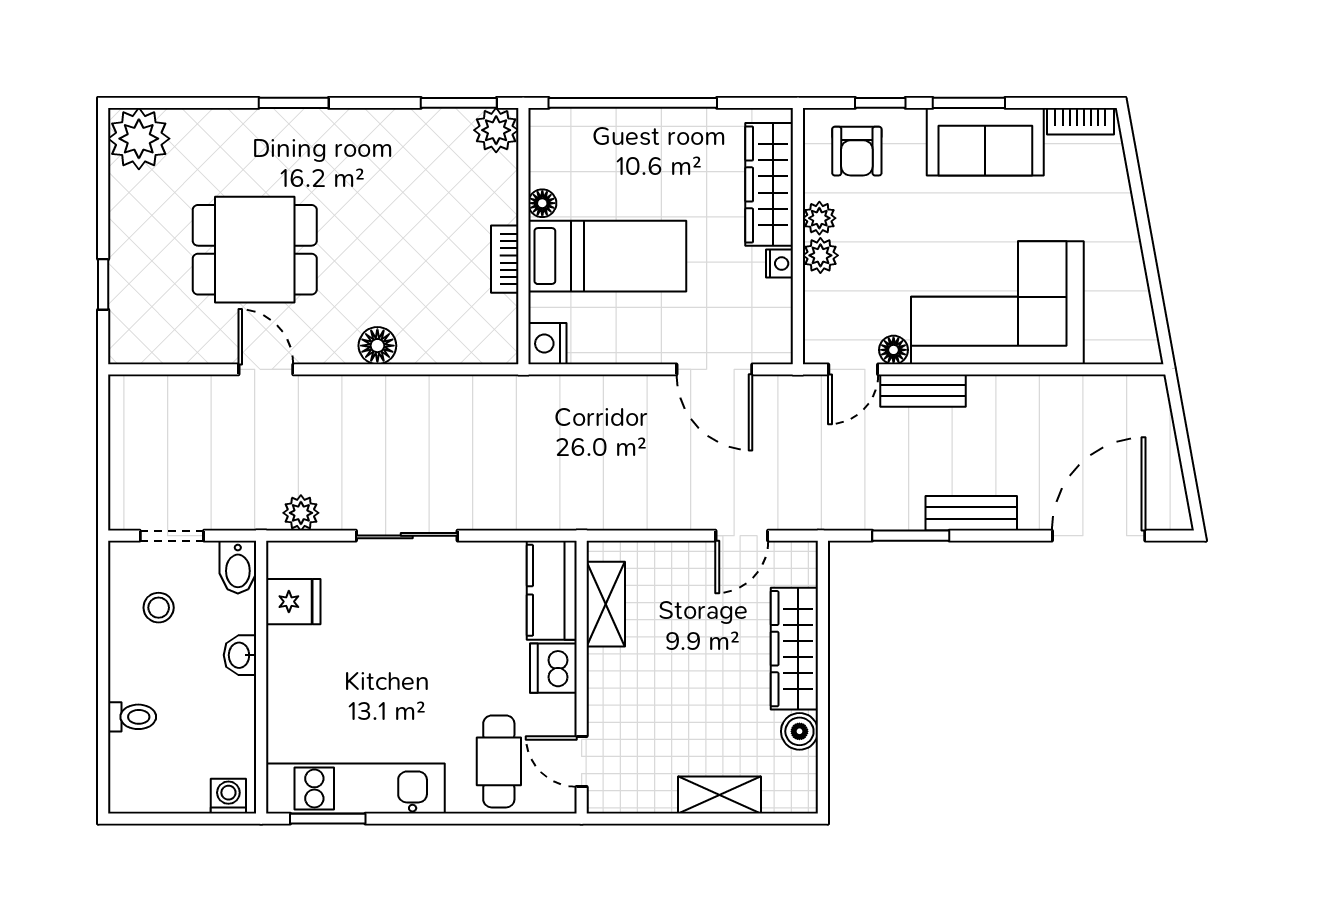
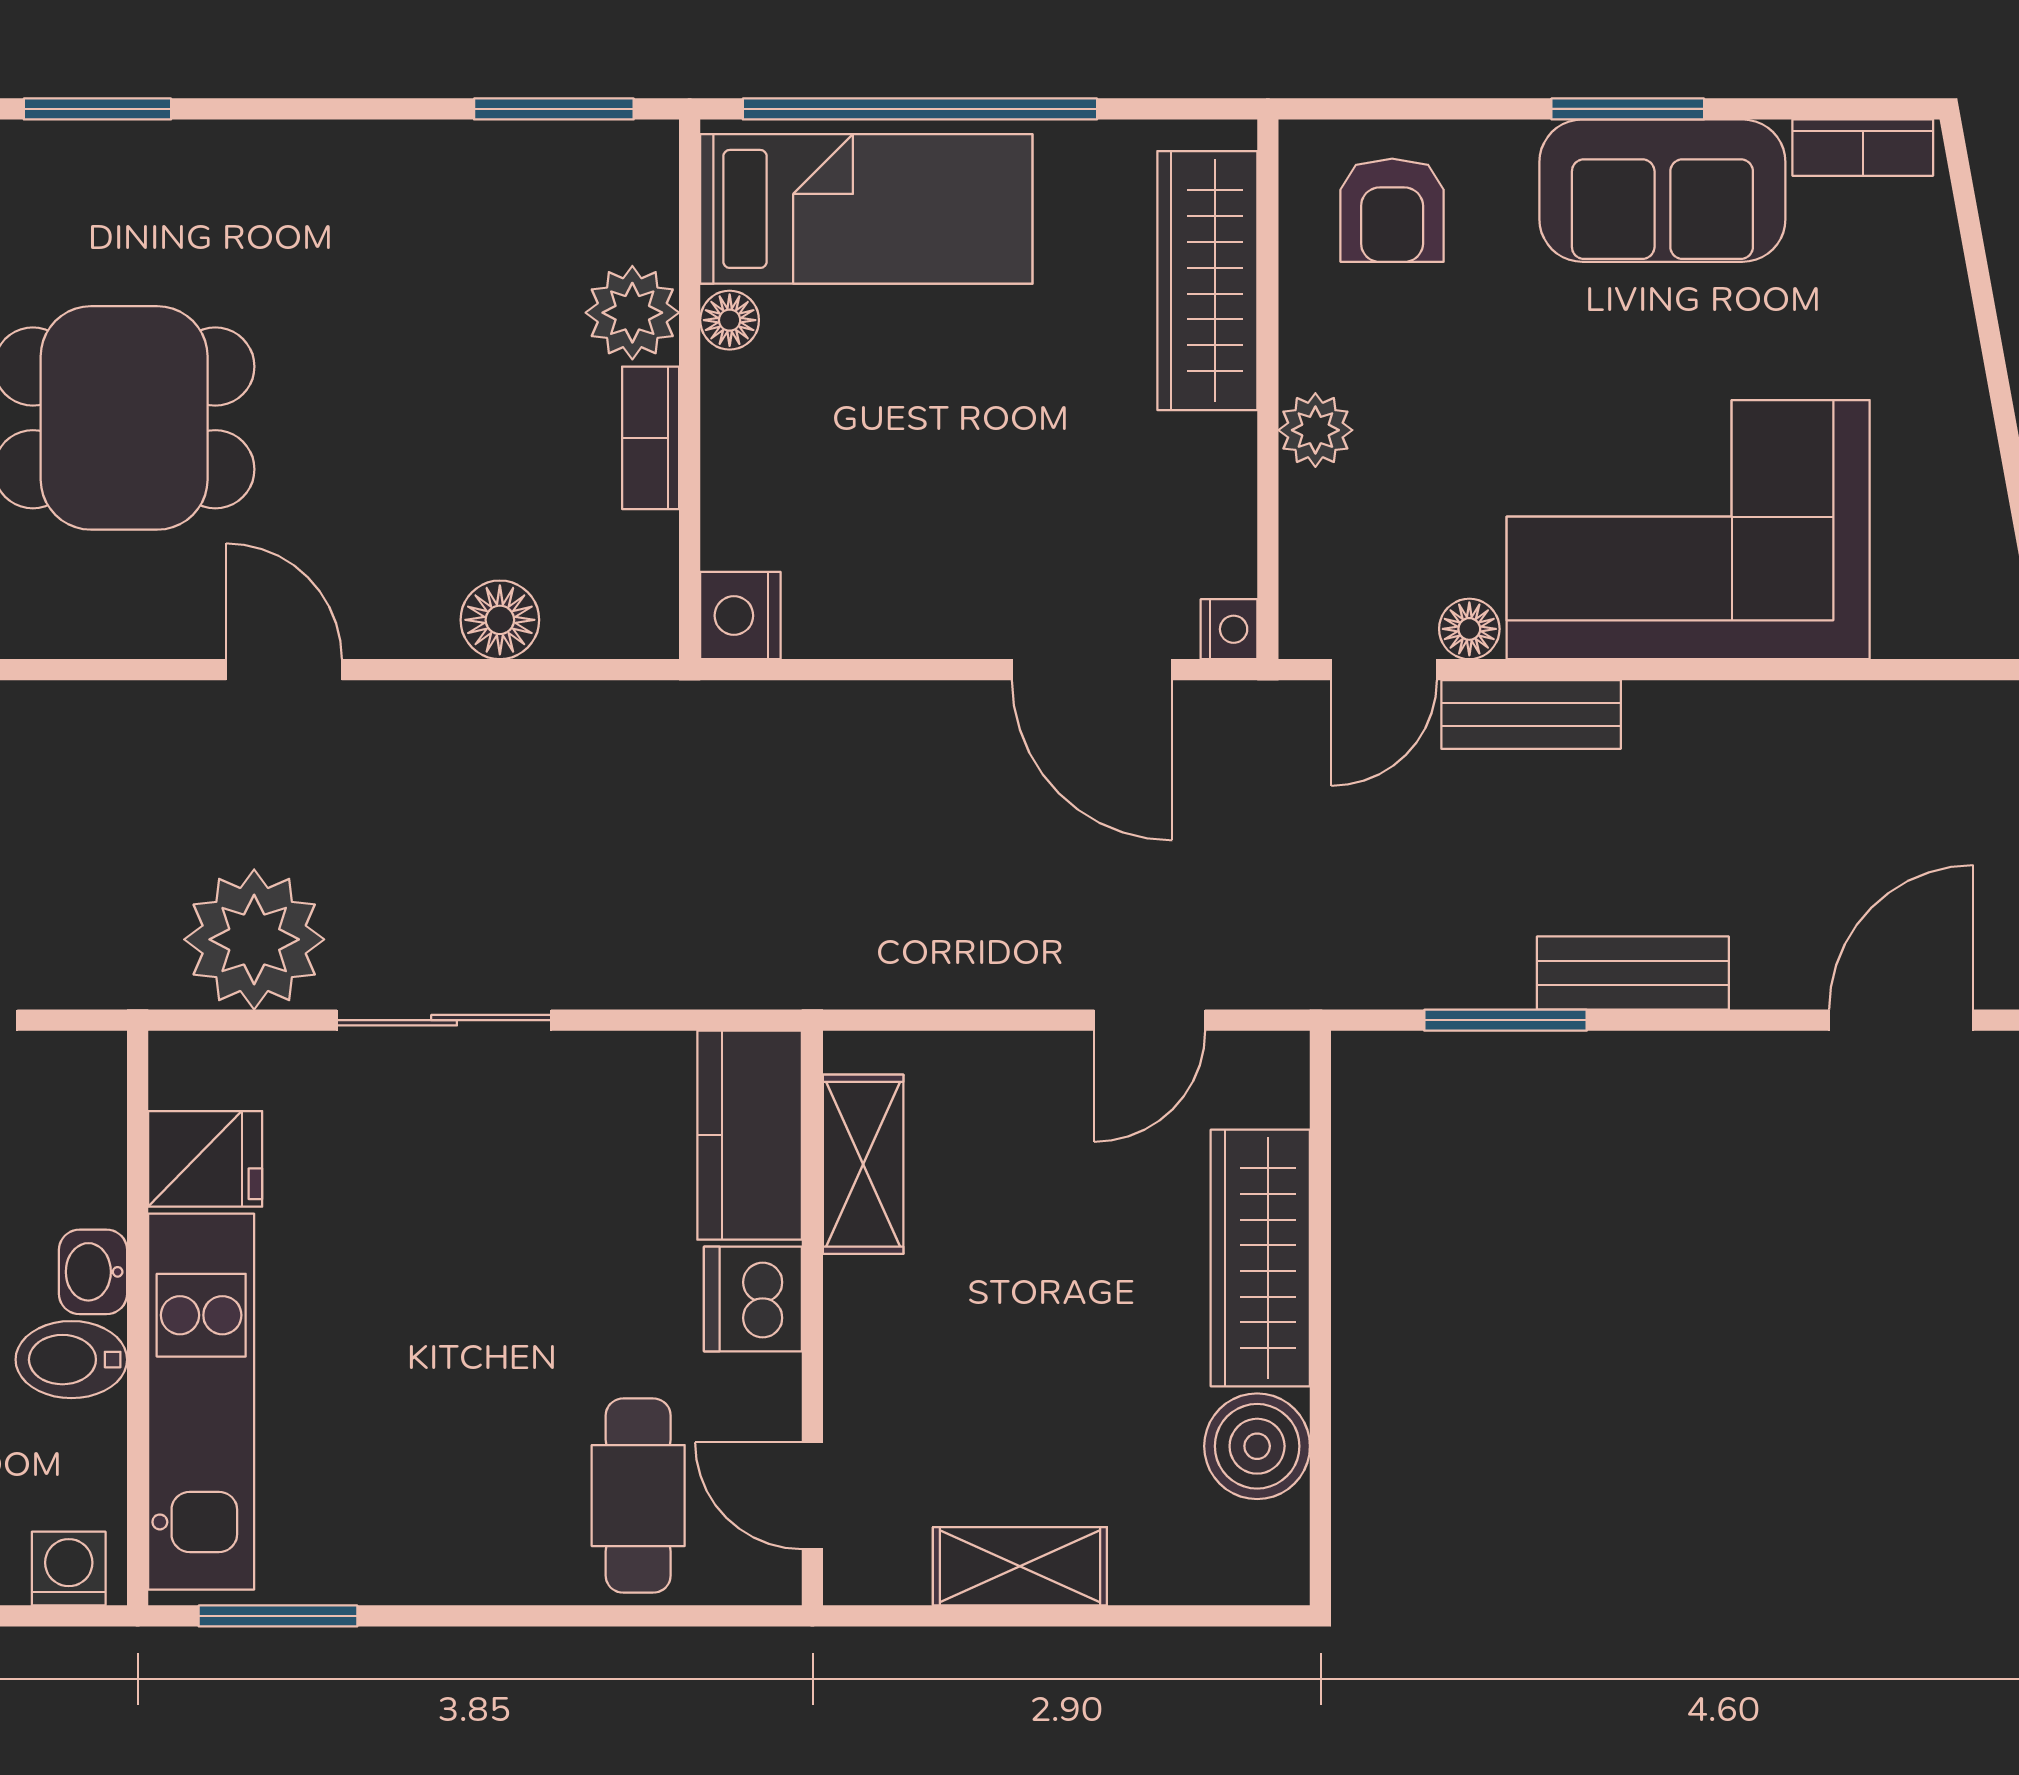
window: (294, 103) -> (97, 109), moved
window: (880, 103) -> (1441, 109), removed
plant: (496, 130) -> (632, 313), moved
plant: (819, 218) -> (1313, 351), removed
bed: (607, 256) -> (866, 209), moved
nightstand: (779, 264) -> (1229, 629), moved
floor lamp: (377, 346) -> (500, 620), moved
door: (266, 369) -> (284, 670), moved
plant: (301, 513) -> (254, 939), width x1.88, depth x1.88
door: (1099, 536) -> (1901, 1020), width x0.73
bidet: (238, 567) -> (71, 1360), moved, turned 90
boiler: (799, 731) -> (1257, 1446), width x1.36, depth x1.36
kitchen unit: (355, 788) -> (201, 1402), moved, turned 90
shelving: (720, 795) -> (1020, 1566), moved

